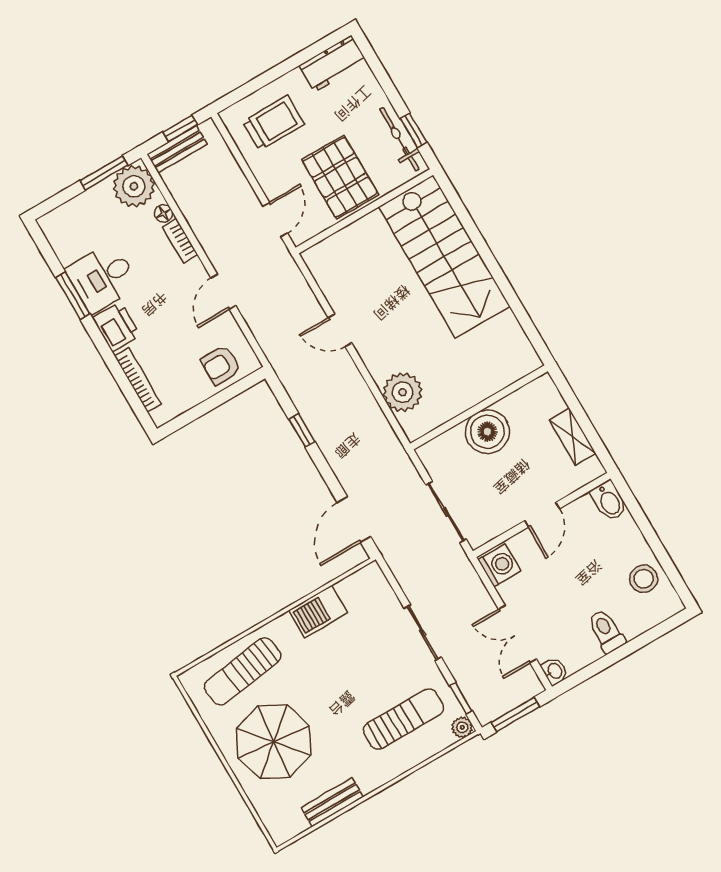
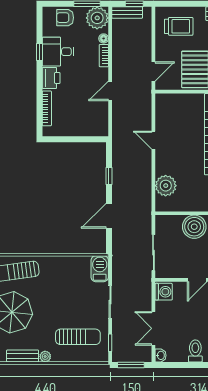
window: (73, 296) -> (39, 52), width x0.67
armchair: (221, 365) -> (65, 18), moved
door: (354, 519) -> (109, 216), moved
barbecue: (318, 612) -> (100, 269), moved, turned 90
plant: (462, 727) -> (45, 356), moved

